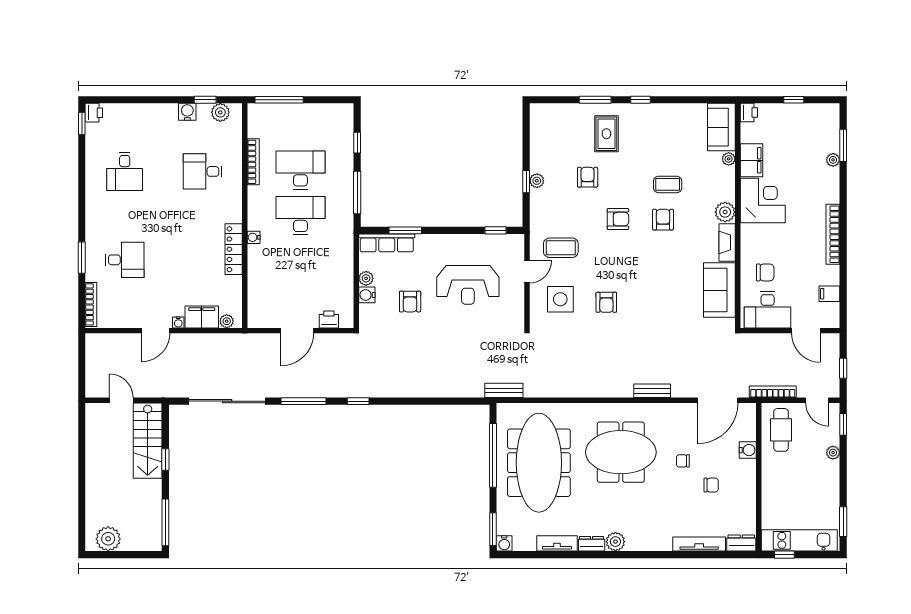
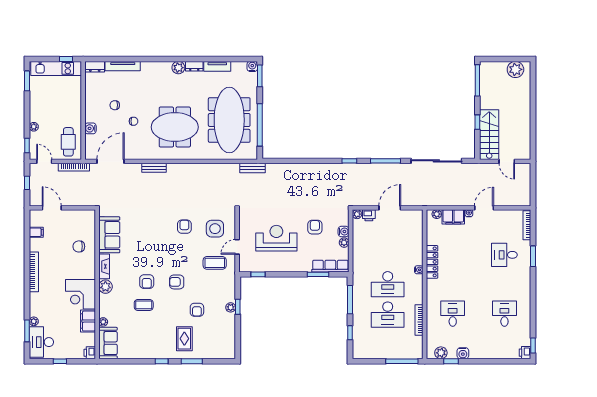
desk: (203, 171) -> (453, 314), turned -90
desk: (768, 310) -> (41, 342), moved, turned -90
plant: (347, 321) -> (357, 214), added

